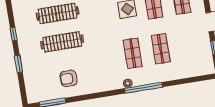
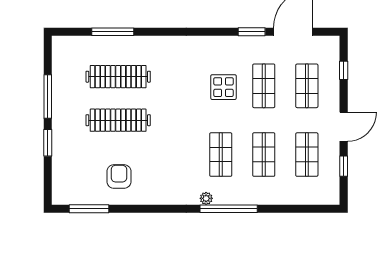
window: (14, 34) -> (48, 97), width x2.17
shop shelf: (189, 44) -> (307, 155), added
armchair: (69, 78) -> (119, 176), turned 90

